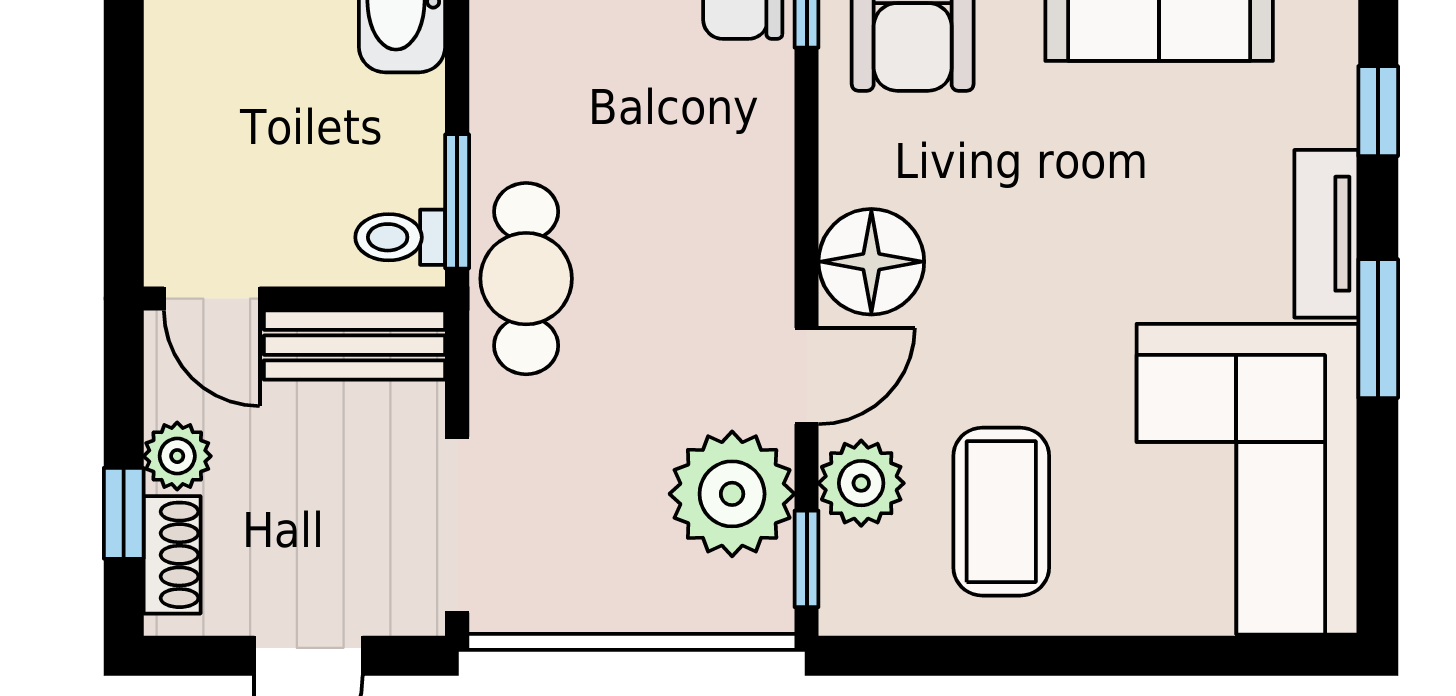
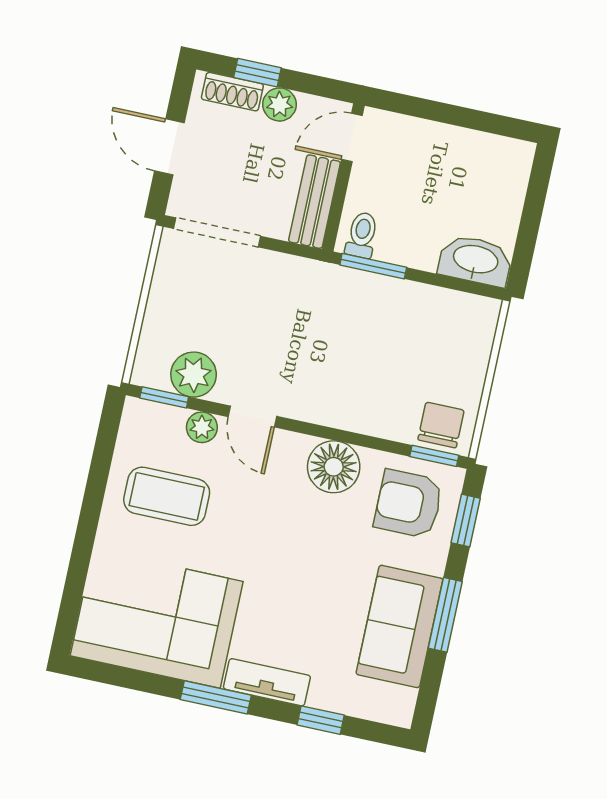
floor lamp: (871, 262) -> (334, 467), moved
cafe table: (526, 279) -> (329, 291), removed
plant: (861, 483) -> (202, 427), width x0.73, depth x0.73
plant: (732, 494) -> (194, 375), width x0.73, depth x0.73

